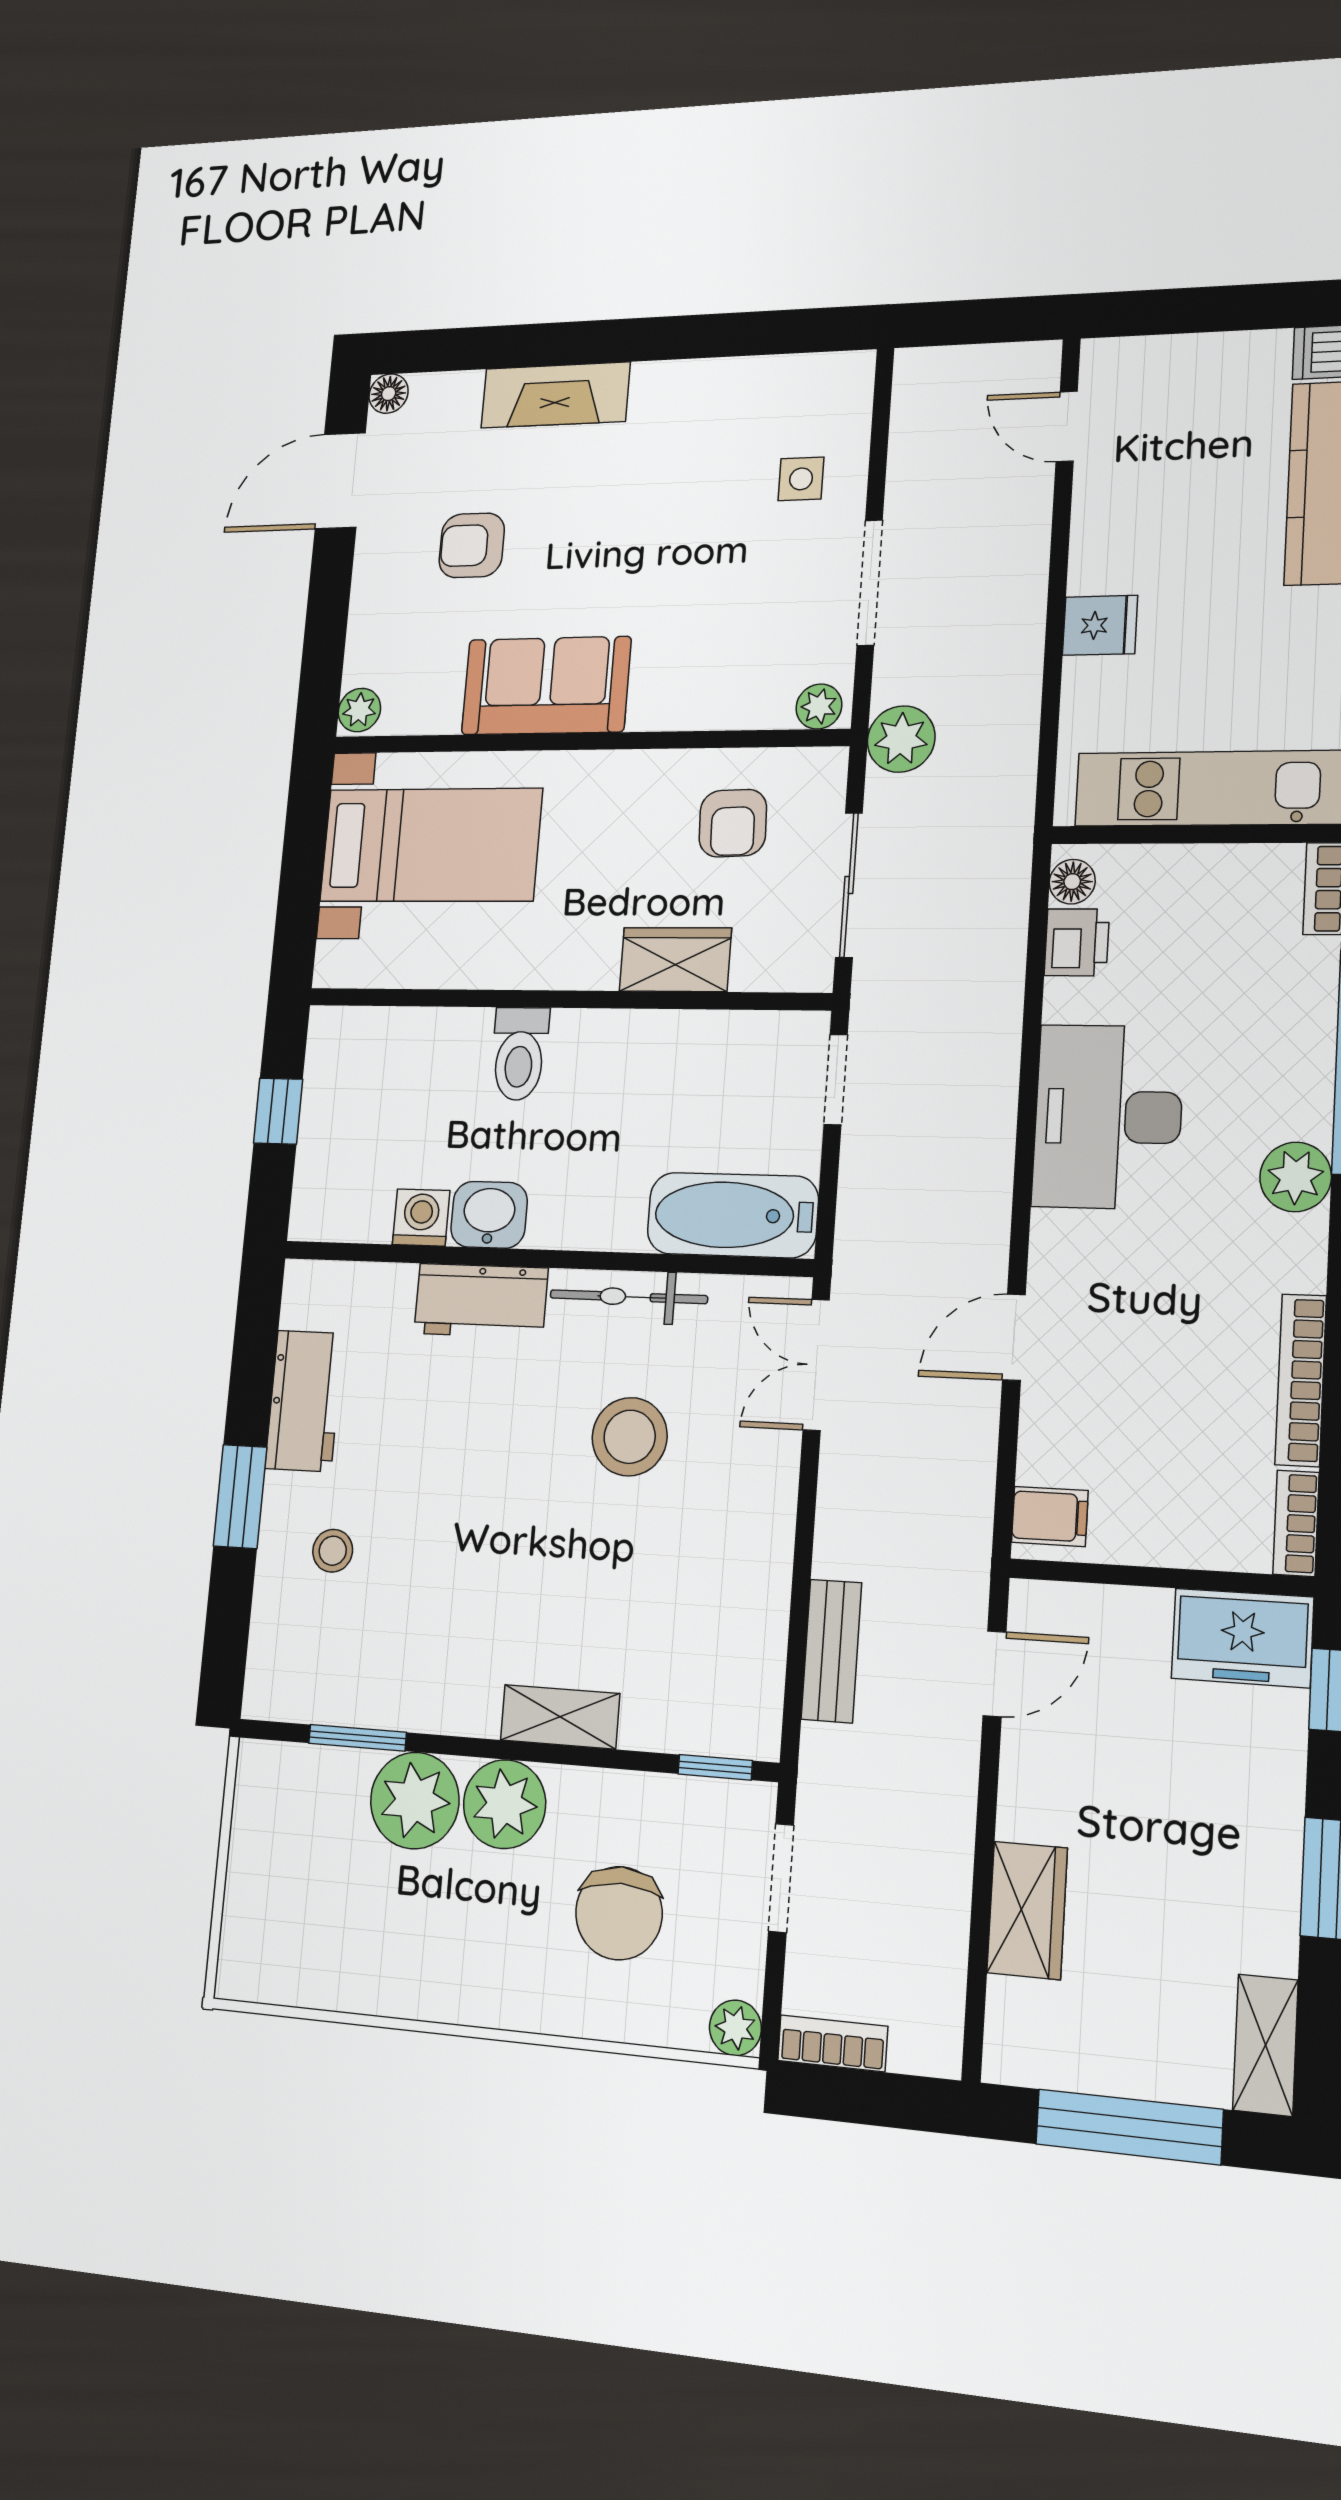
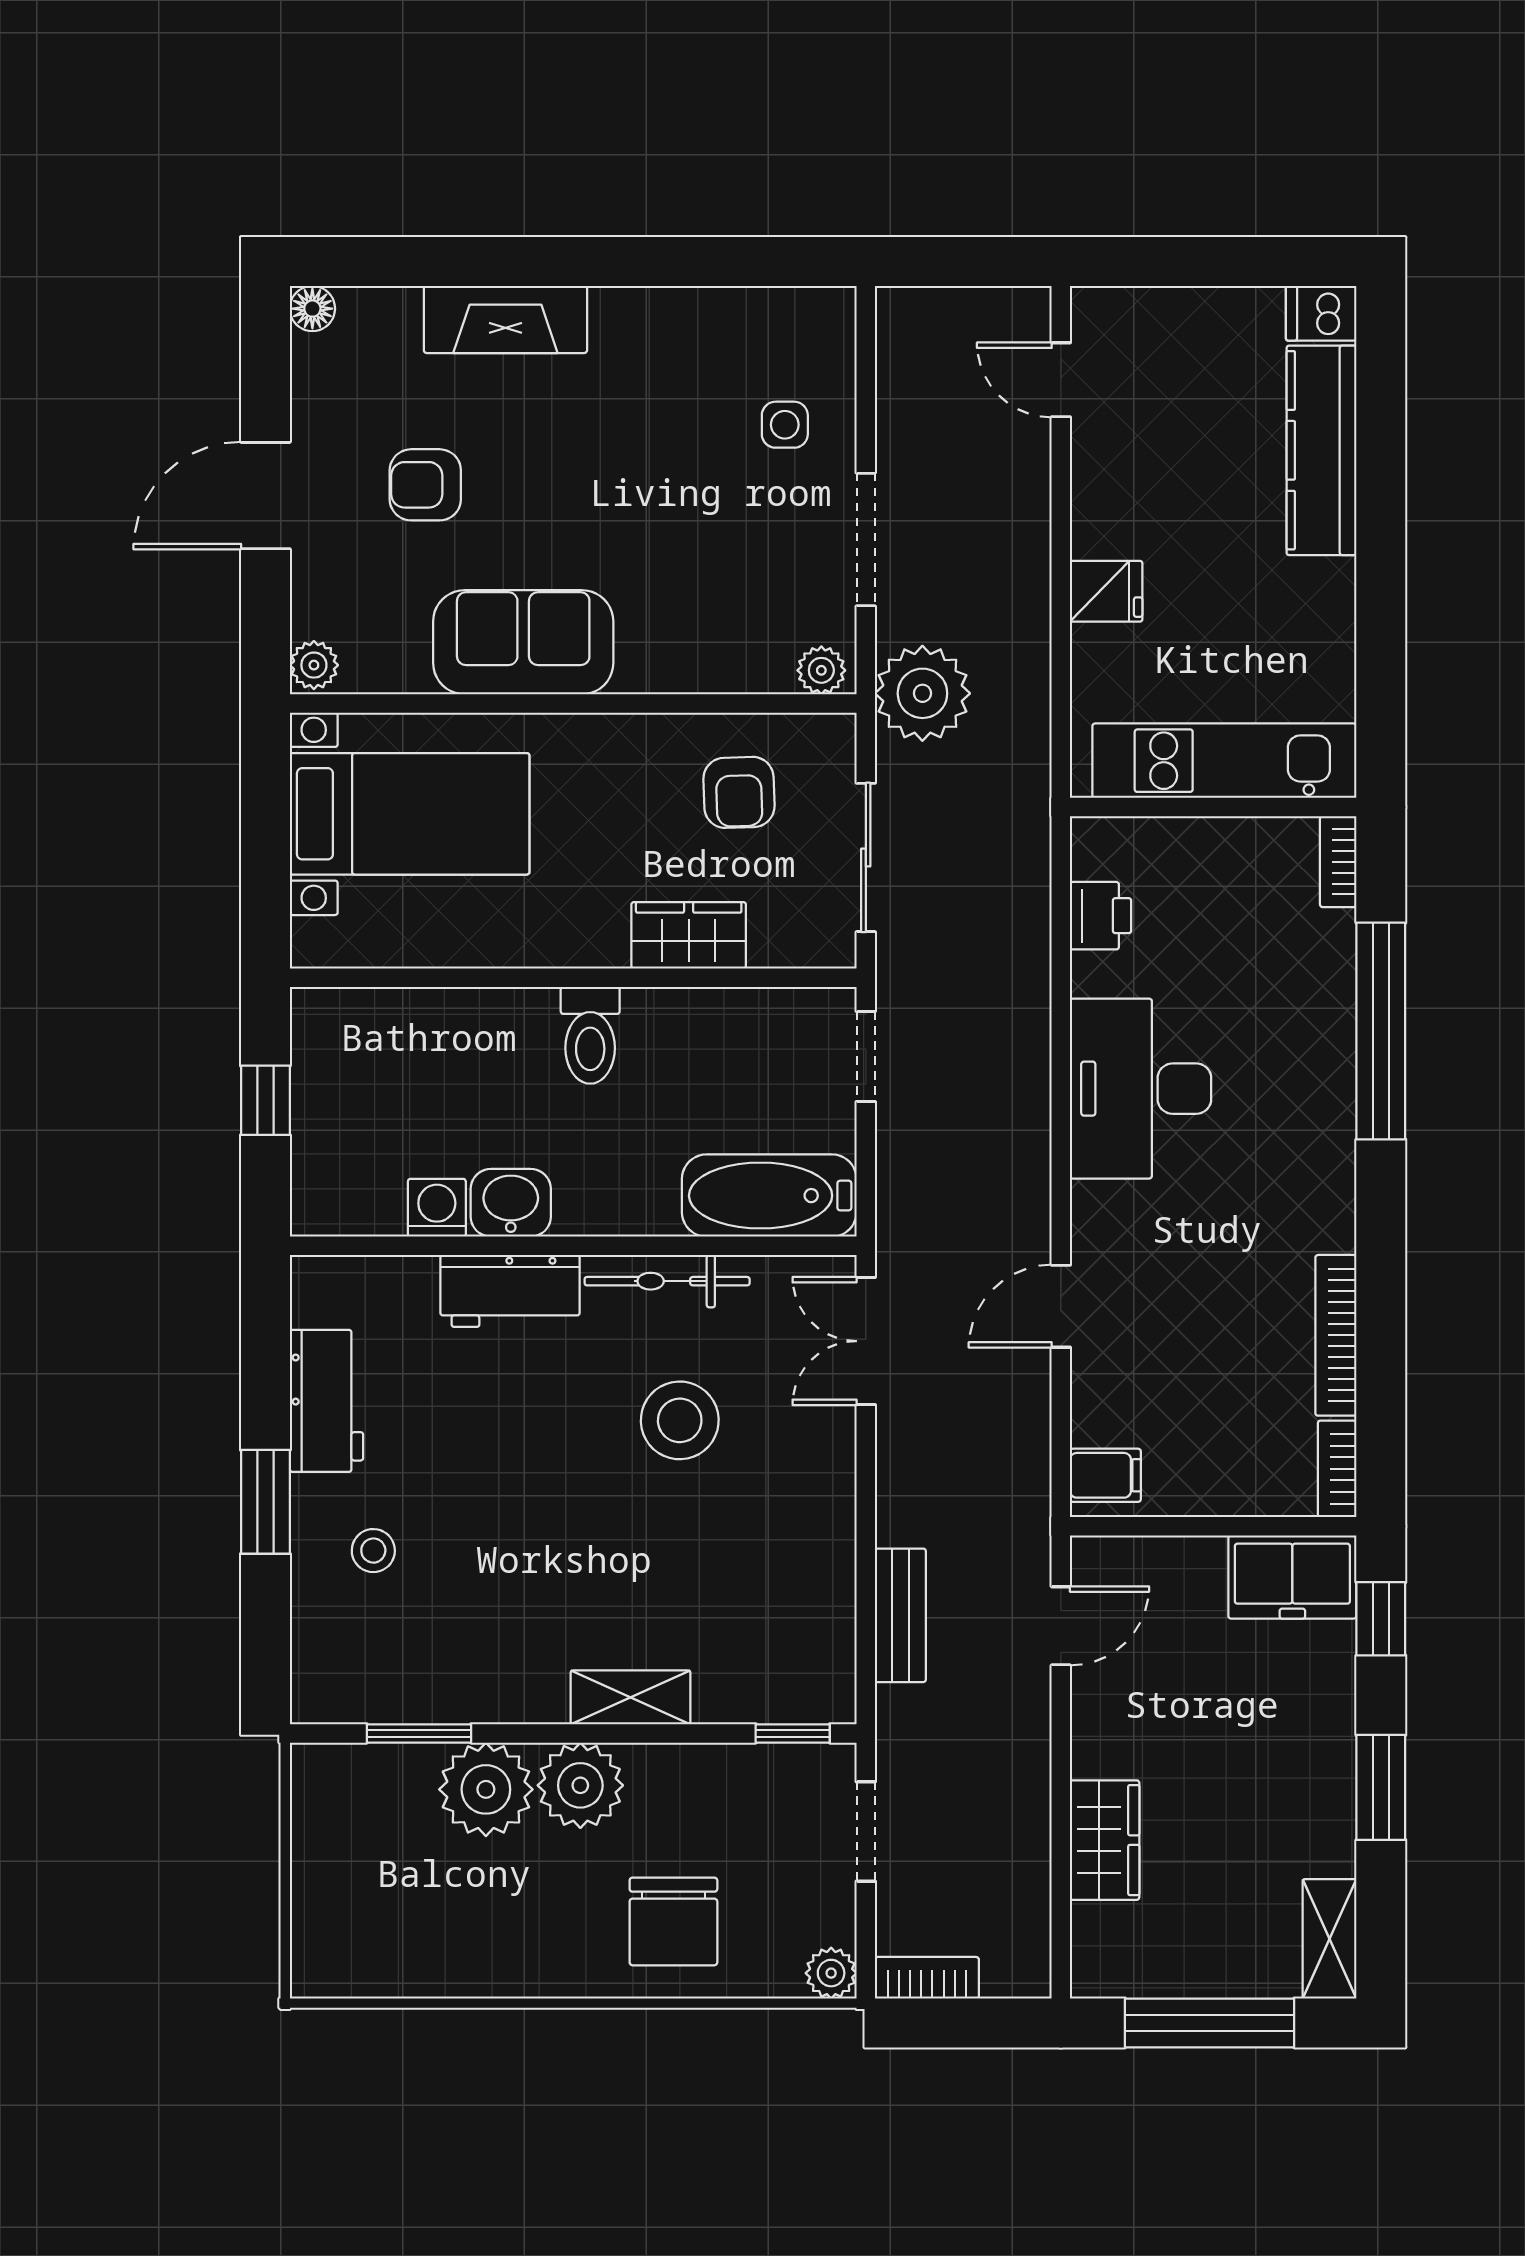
door: (340, 481) -> (265, 496), moved
plant: (901, 739) -> (922, 693), width x1.36, depth x1.36
floor lamp: (1072, 882) -> (1093, 854), removed
toilet: (520, 1054) -> (590, 1035), moved
plant: (1296, 1177) -> (1323, 1143), removed
chair: (619, 1913) -> (673, 1921), moved

